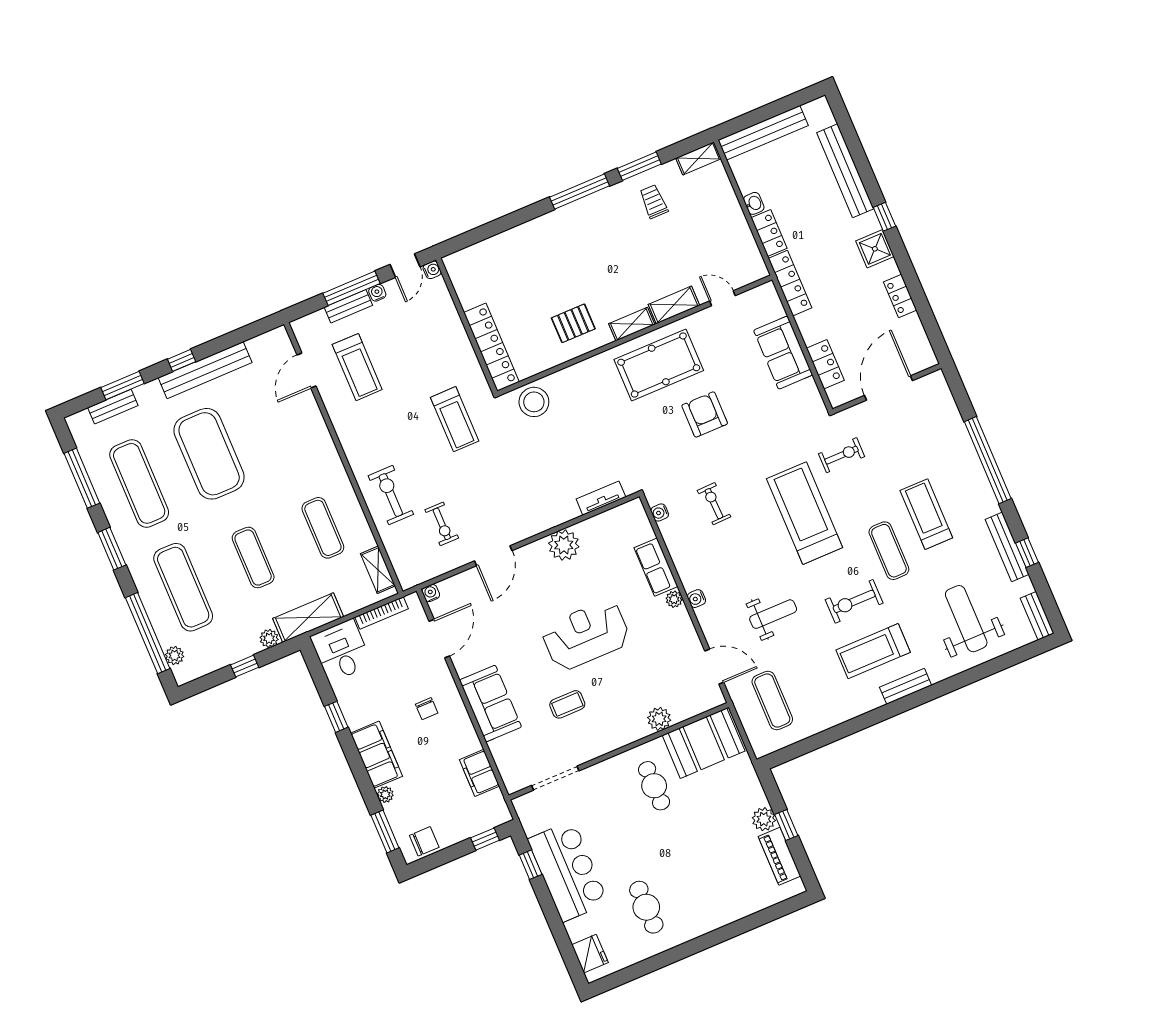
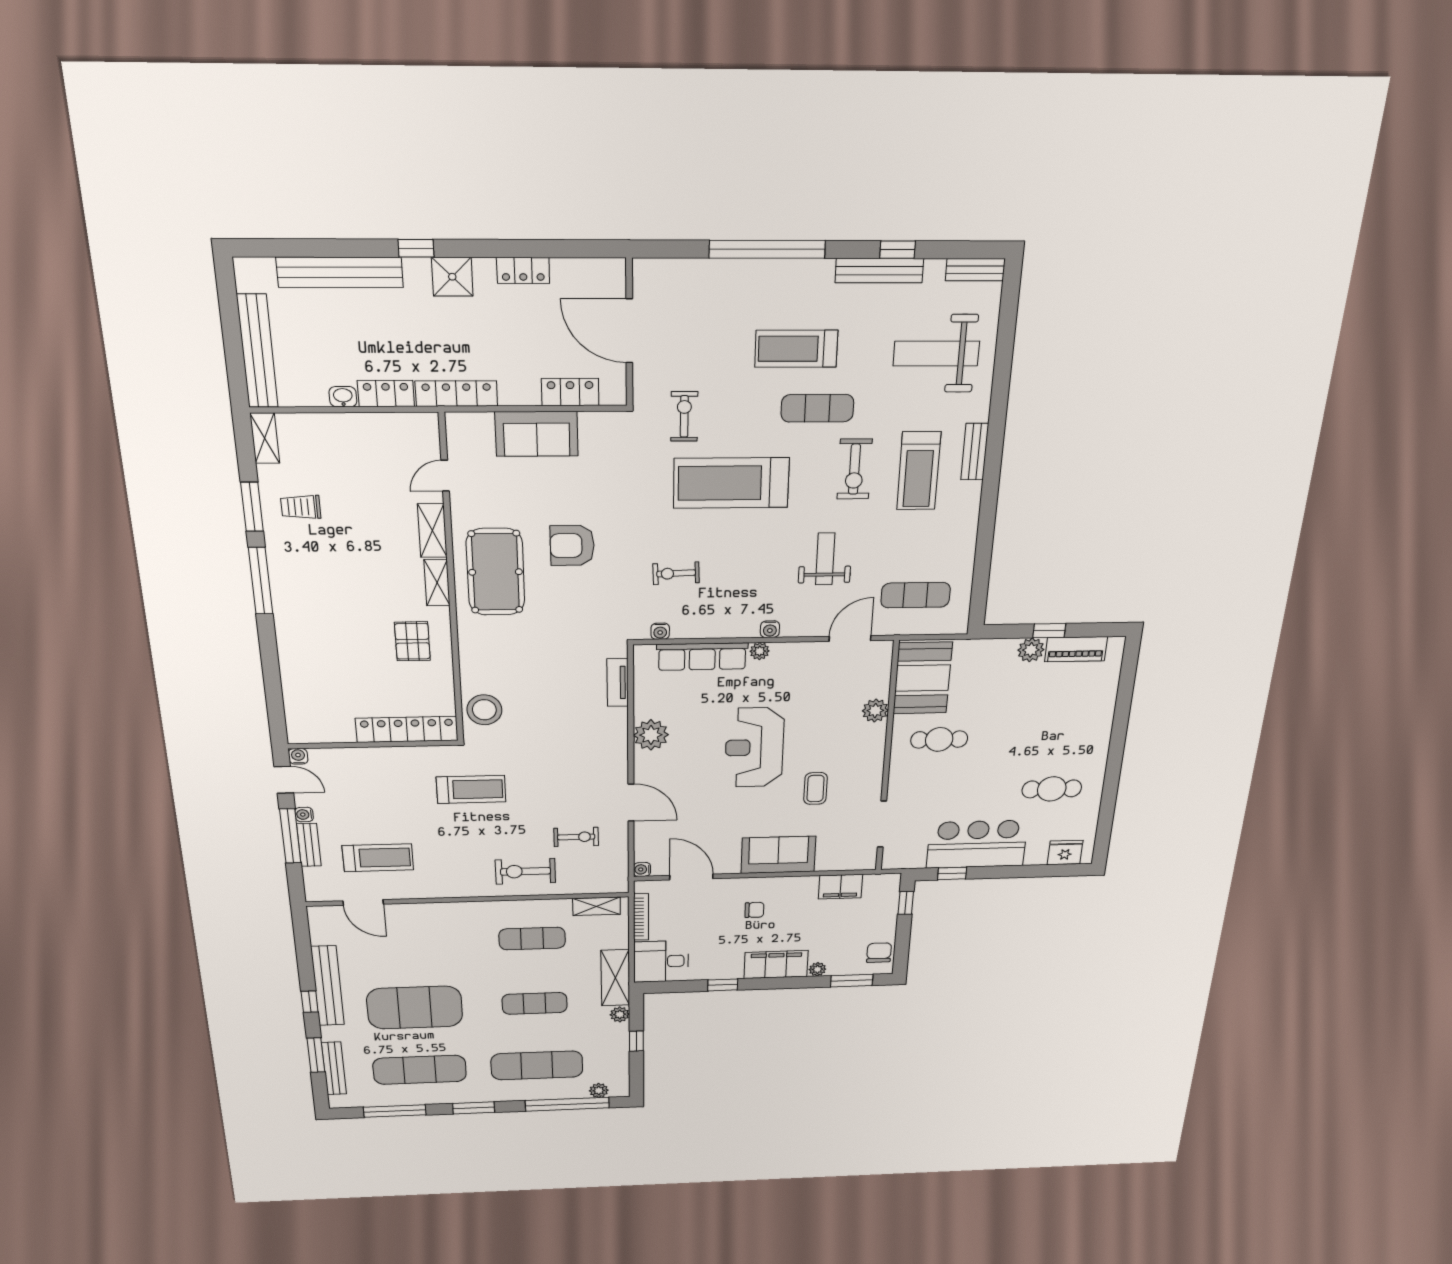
bench: (113, 407) -> (334, 1068), width x1.36
row of seats: (656, 567) -> (702, 657), width x1.48

